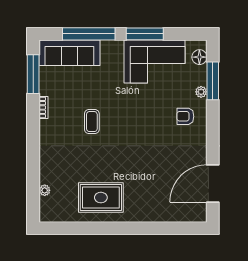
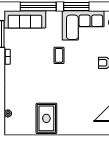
coffee table: (92, 122) -> (59, 55), moved
rug: (101, 198) -> (46, 118), turned 90

